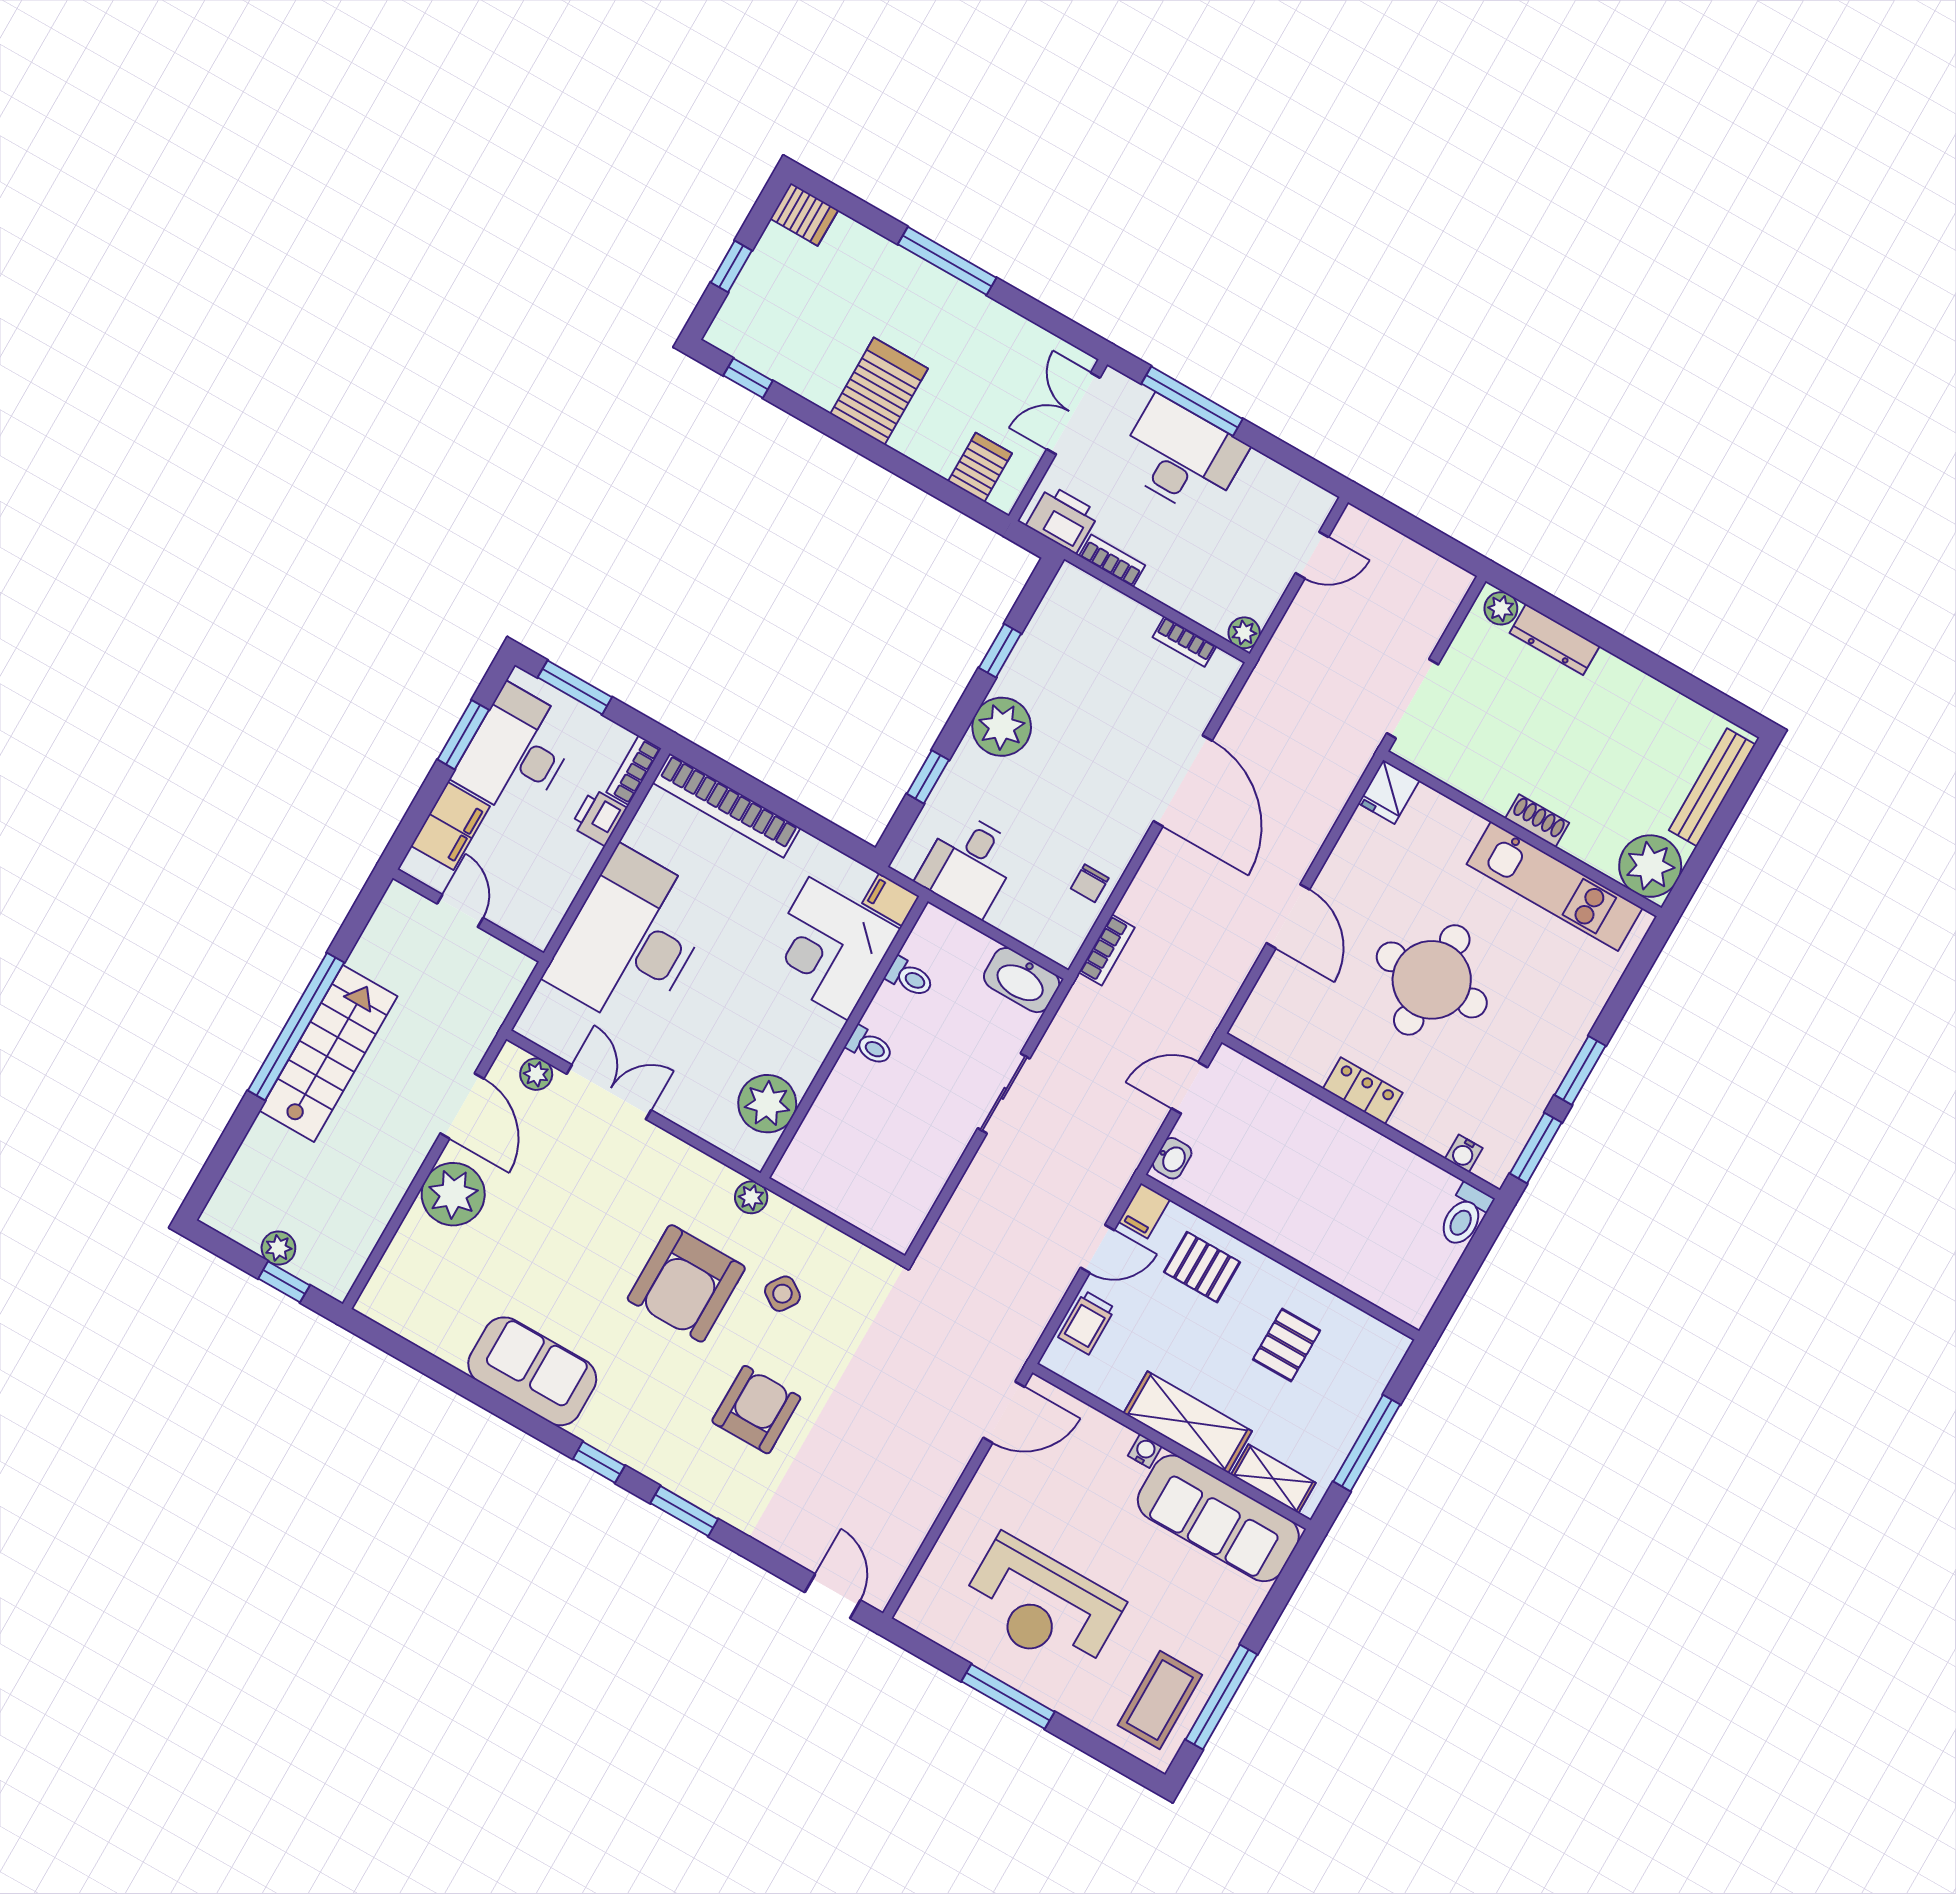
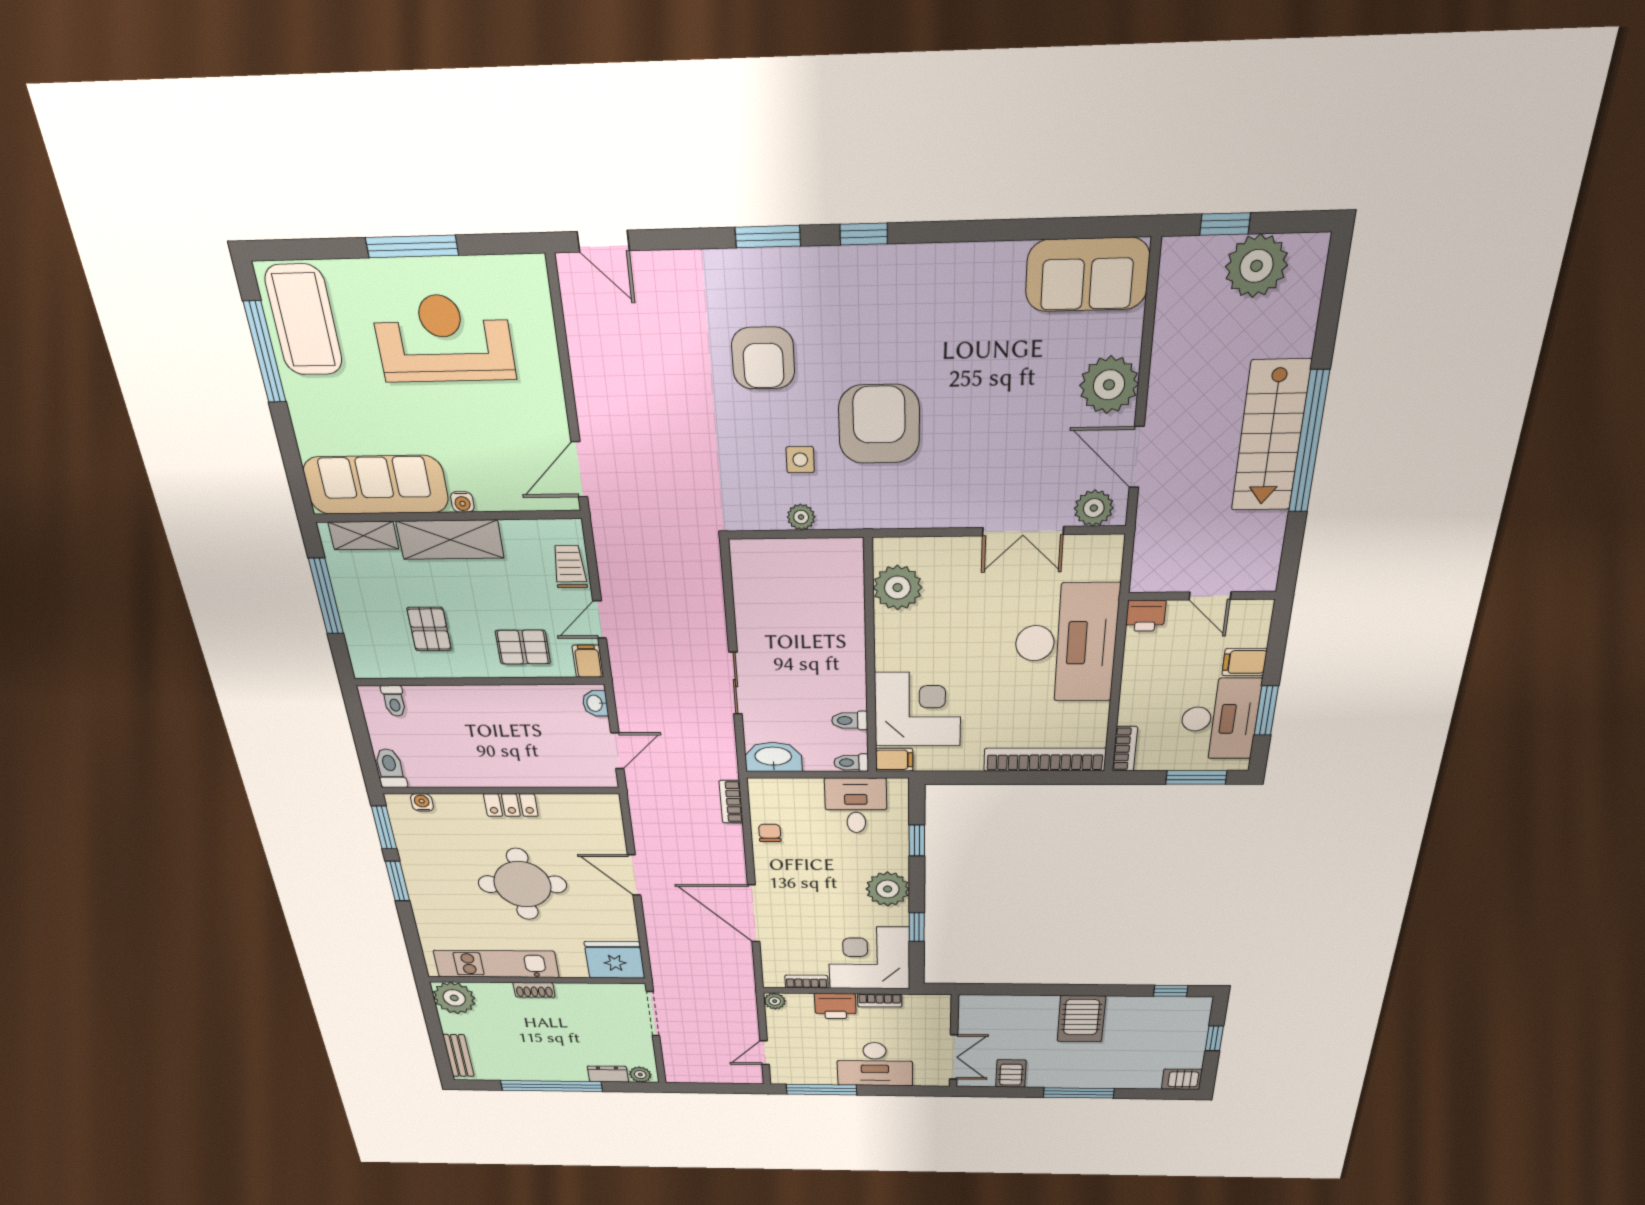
window: (1192, 401) -> (822, 1090), moved
server rack: (980, 467) -> (1011, 1074), moved, turned 180
printer: (1063, 519) -> (835, 1006), moved
corner desk: (1085, 635) -> (869, 958), added
dresser: (1555, 639) -> (608, 1074), width x0.70
window: (1635, 655) -> (552, 1086), added
bench: (1712, 787) -> (458, 1056), width x0.73
fridge: (1389, 792) -> (615, 960), width x1.88, depth x1.34
printer: (599, 817) -> (1146, 616), moved, turned 90
filing cabinet: (451, 826) -> (1245, 662), width x0.50
toilet: (870, 1046) -> (851, 763), moved
plant: (536, 1074) -> (1094, 508), width x1.38, depth x1.38
plant: (751, 1197) -> (801, 517), moved
plant: (278, 1248) -> (1256, 266), width x1.87, depth x1.87
toilet: (1392, 1290) -> (394, 701), added
side table: (782, 1294) -> (800, 460), turned -34
sofa: (532, 1371) -> (1087, 275), moved
coffee table: (1160, 1700) -> (304, 320), width x1.36, depth x1.32

